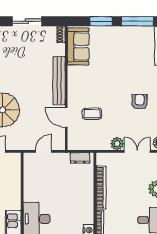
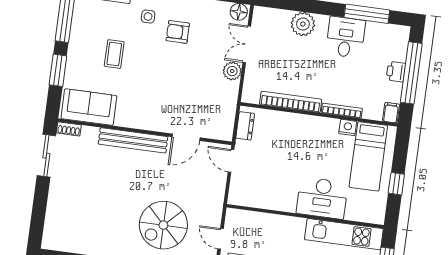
sliding door: (27, 21) -> (46, 156), moved
side table: (147, 79) -> (148, 17), added
coffee table: (92, 114) -> (114, 54), moved
door: (44, 151) -> (231, 161), moved

